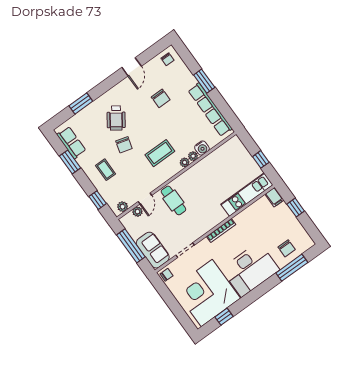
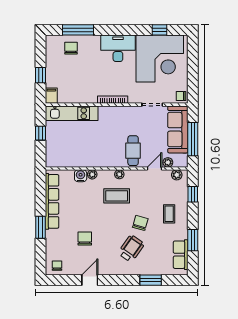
plant: (185, 162) -> (119, 174), moved
sofa: (153, 250) -> (178, 129), width x1.36
desk: (250, 269) -> (118, 48), width x0.73, depth x0.77

